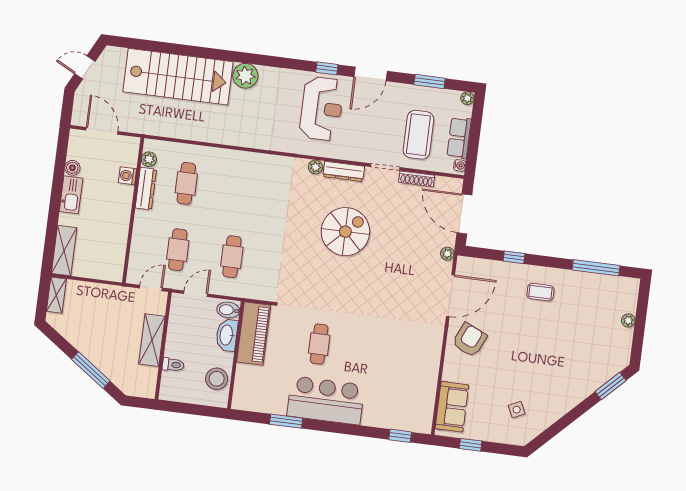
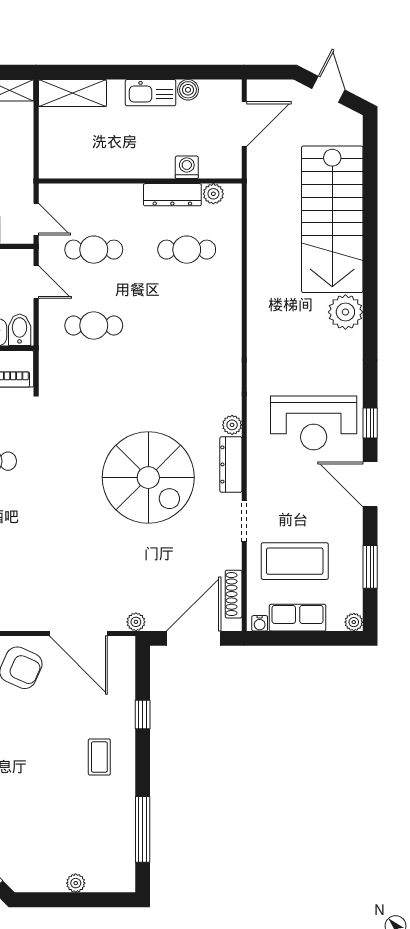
shoe rack: (417, 179) -> (234, 594), moved
spiral stairs: (345, 232) -> (148, 478), width x1.37, depth x1.37

